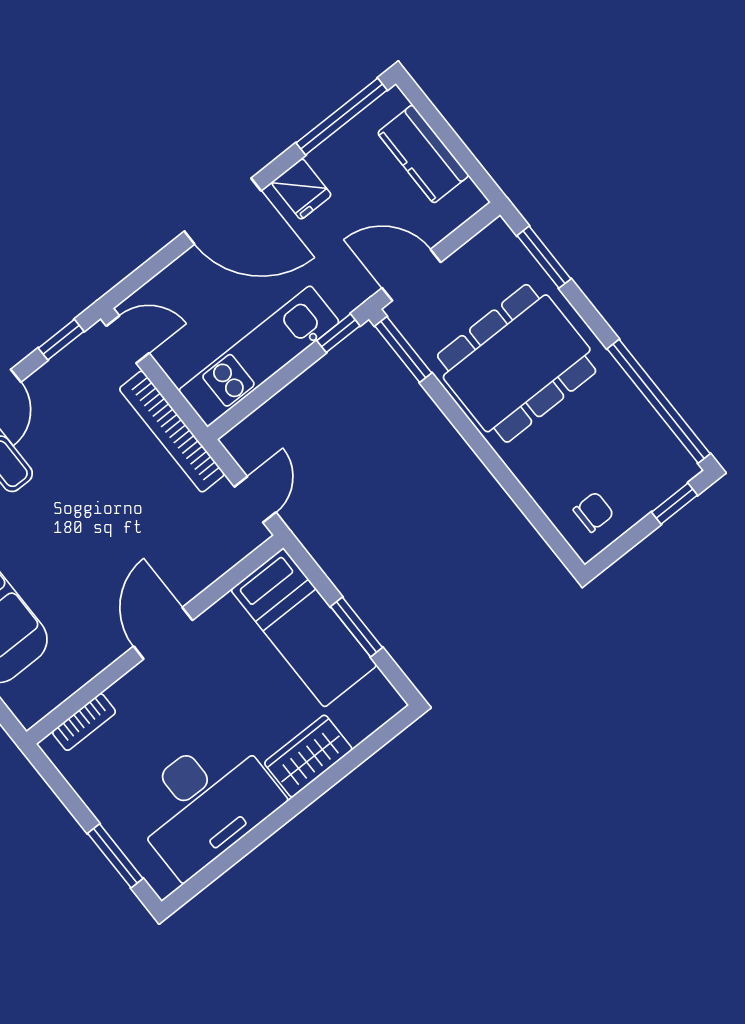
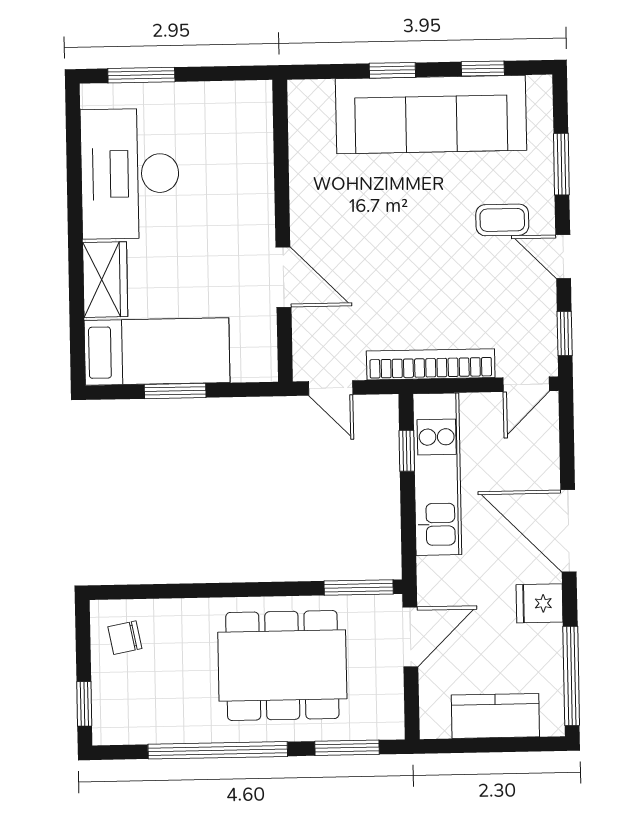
door: (223, 211) -> (568, 531), hinge flipped
window: (338, 333) -> (407, 451), moved
dining table: (517, 363) -> (282, 666), turned 90
window: (659, 401) -> (218, 750), moved
chair: (594, 512) -> (125, 638), turned 79
bed: (304, 628) -> (157, 352), moved, turned 180
door: (163, 633) -> (283, 277), moved
bookcase: (84, 722) -> (261, 129), removed

